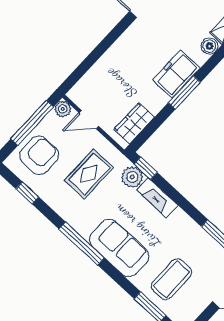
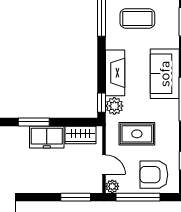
window: (83, 68) -> (76, 197), added
freezer: (176, 74) -> (47, 137), moved
fireplace: (157, 198) -> (115, 73), width x1.37, depth x1.32
coffee table: (172, 279) -> (137, 18), moved

